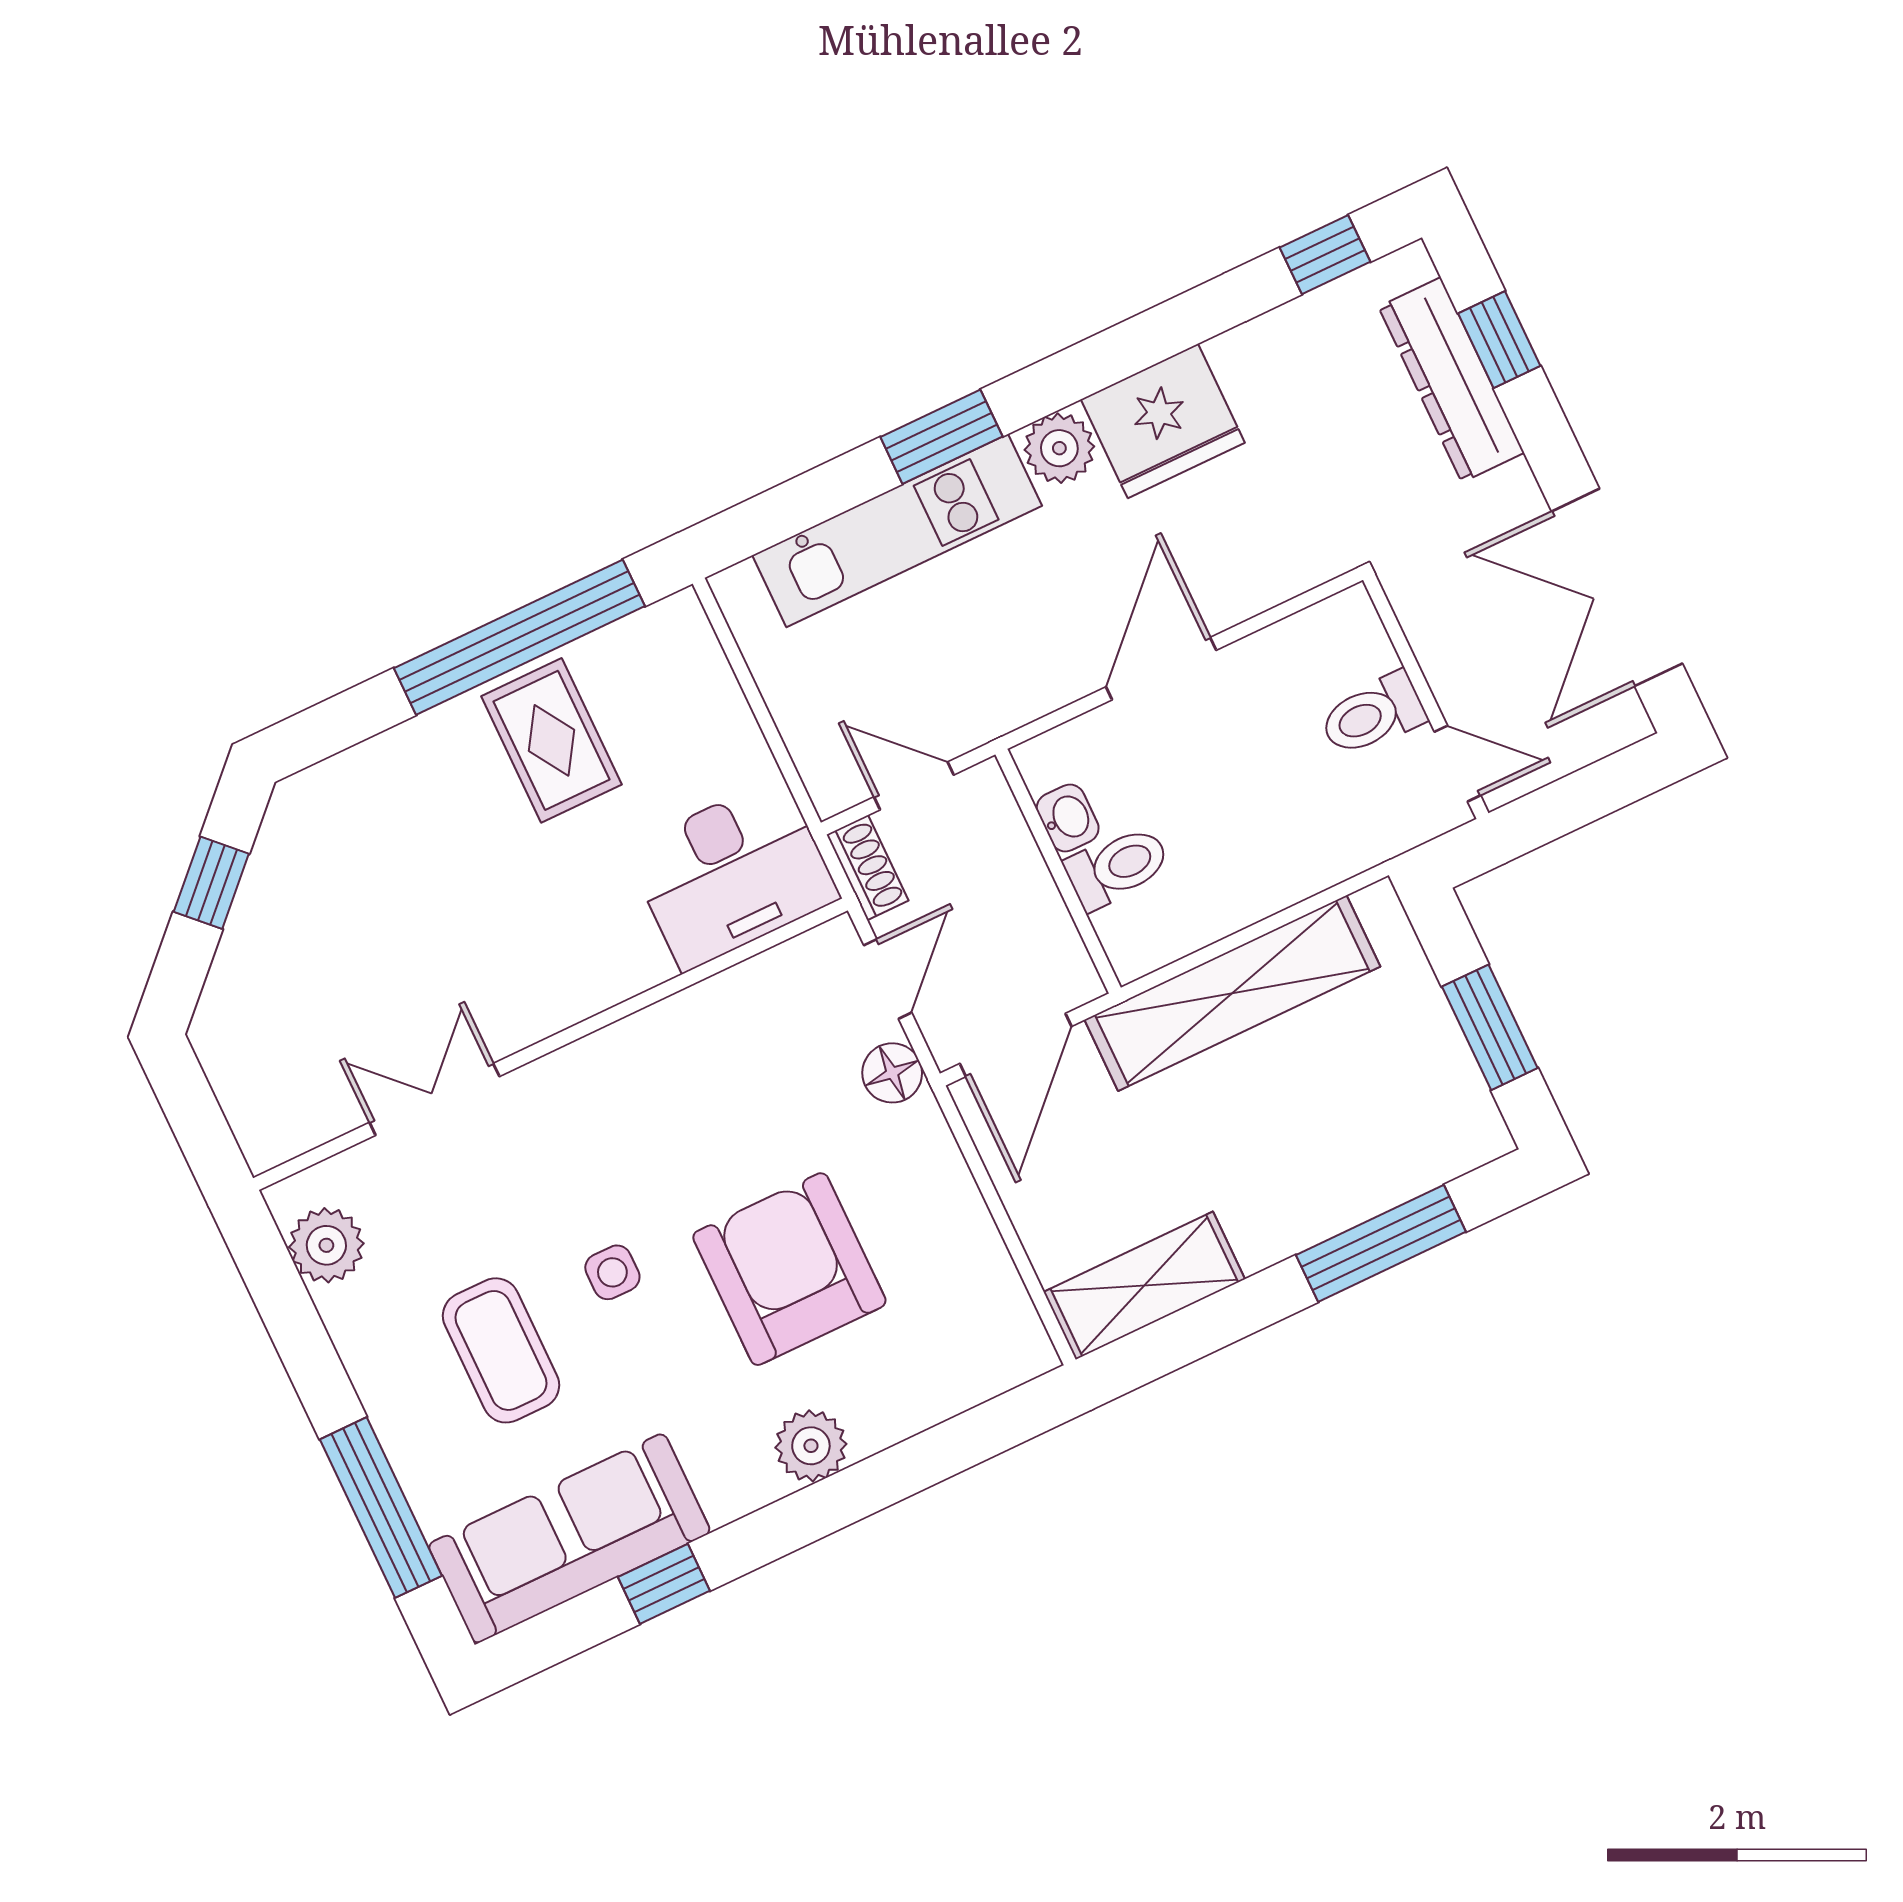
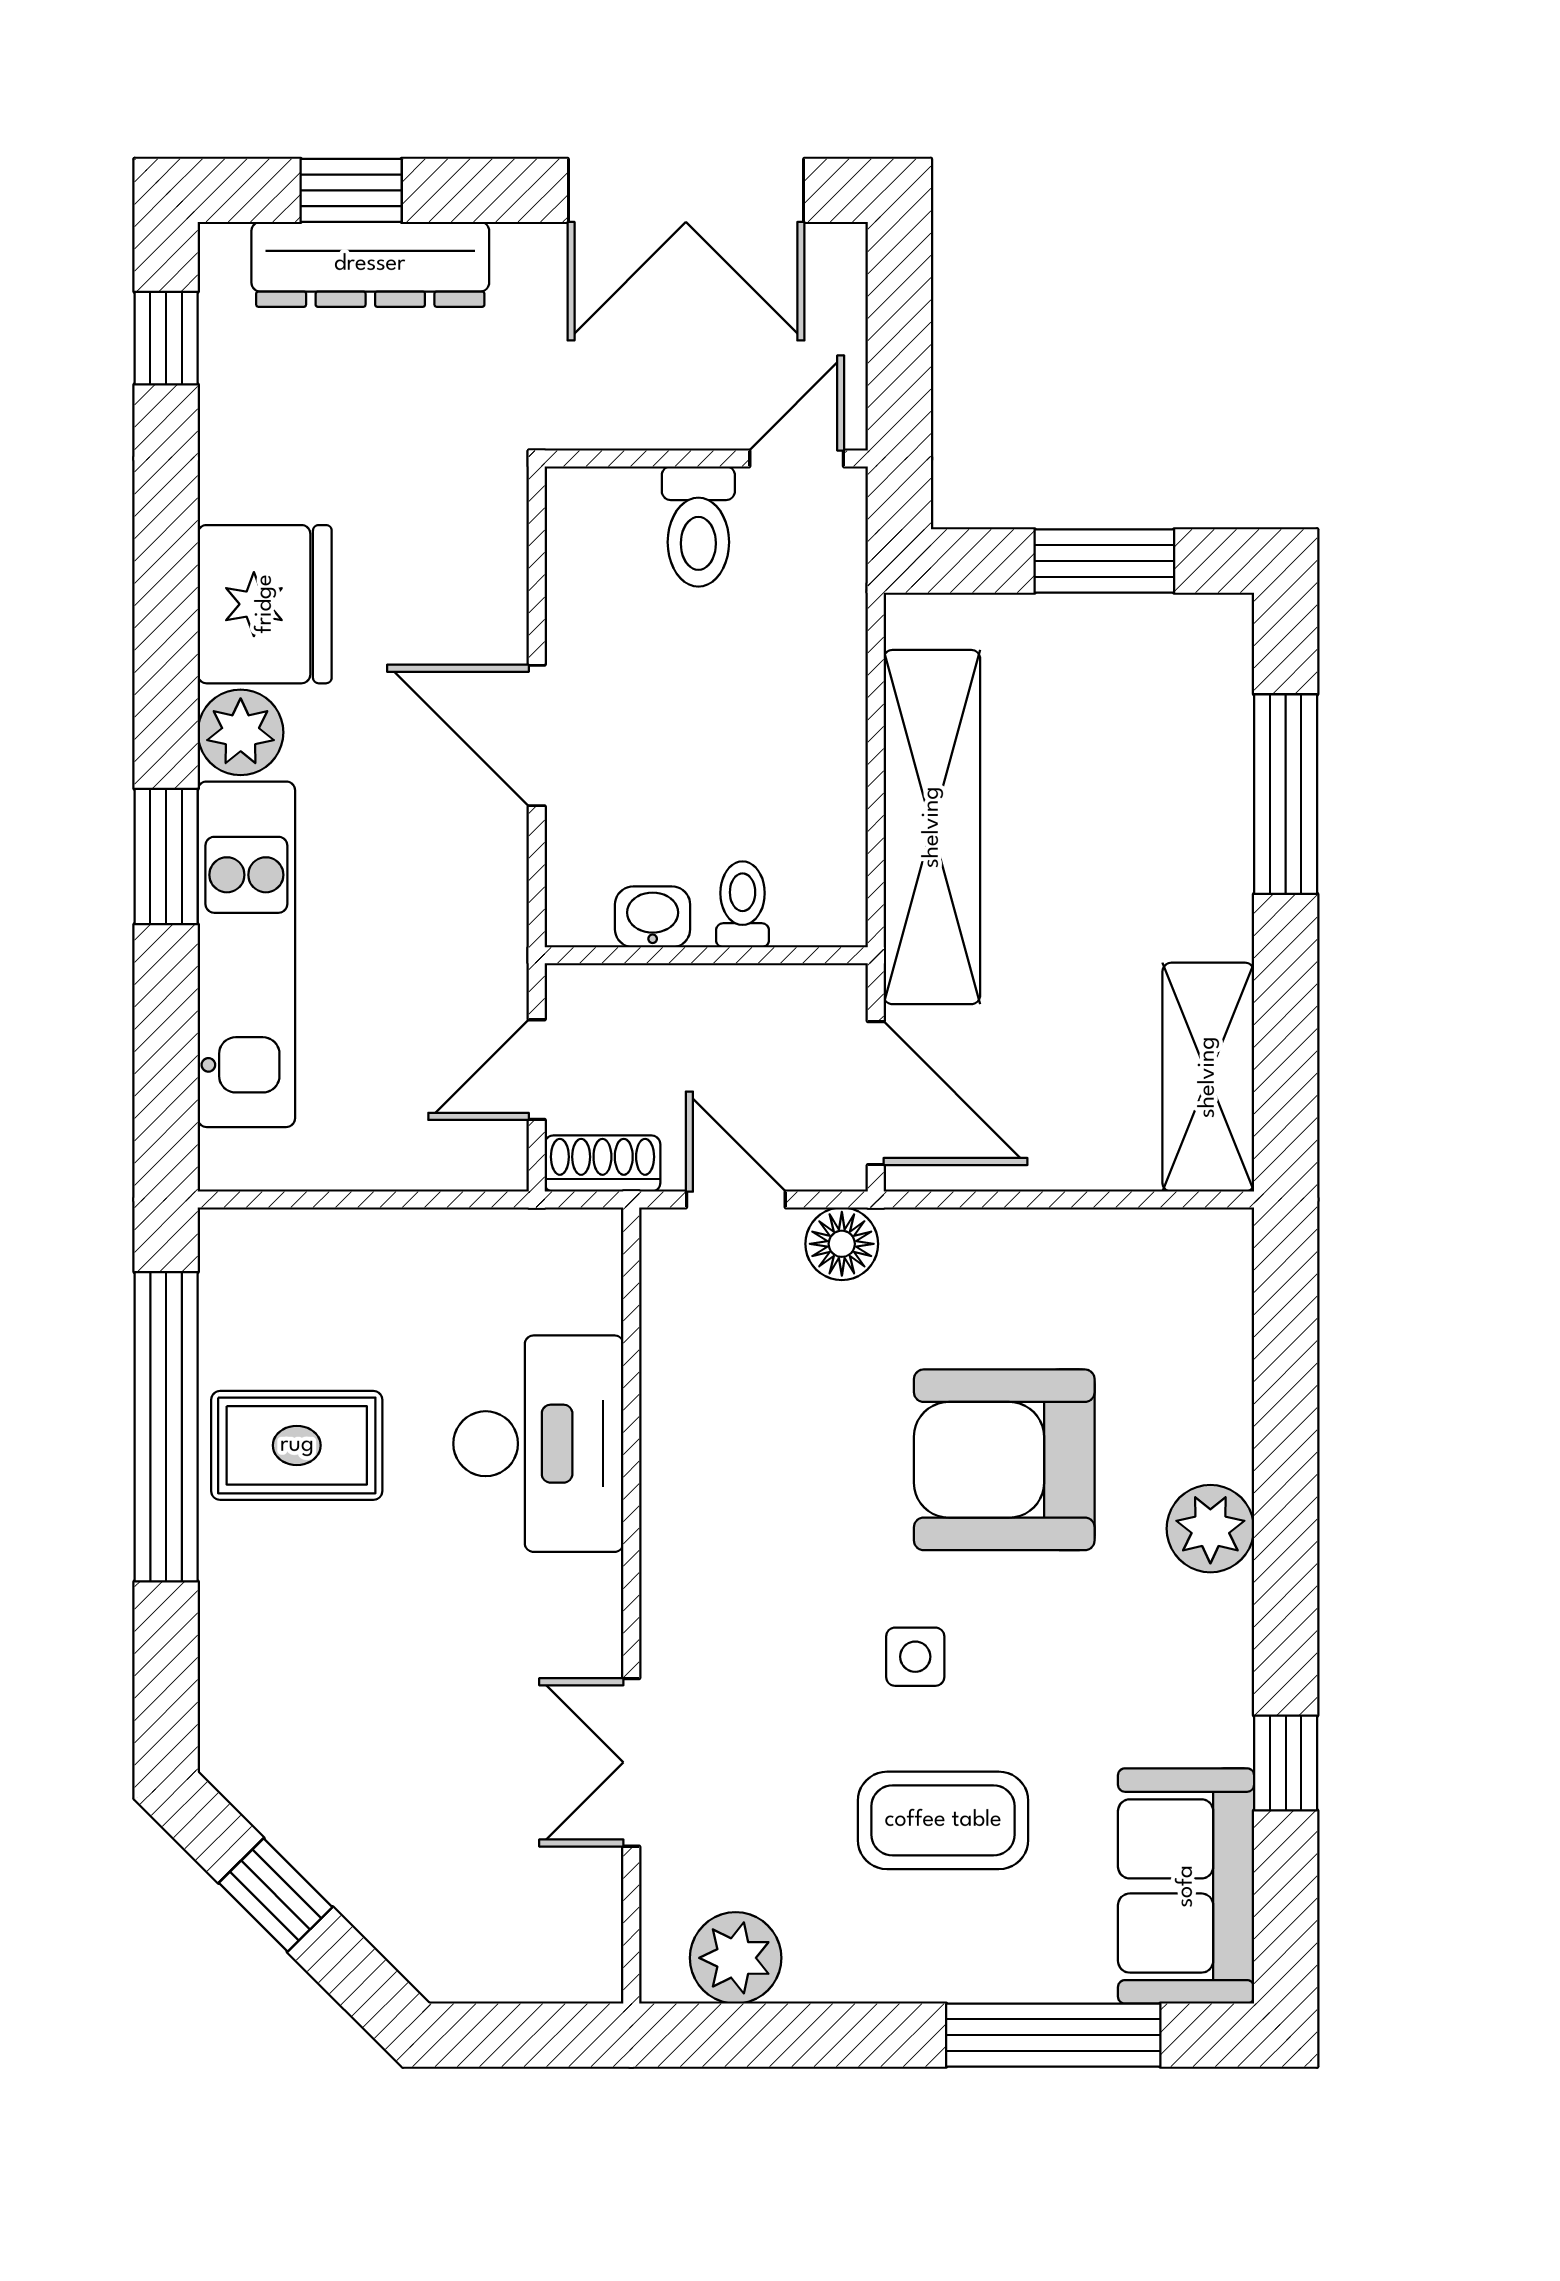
toilet: (1117, 867) -> (743, 904), width x0.73, depth x0.72
desk: (732, 874) -> (538, 1444), moved
sofa: (569, 1538) -> (1186, 1886), width x0.73

